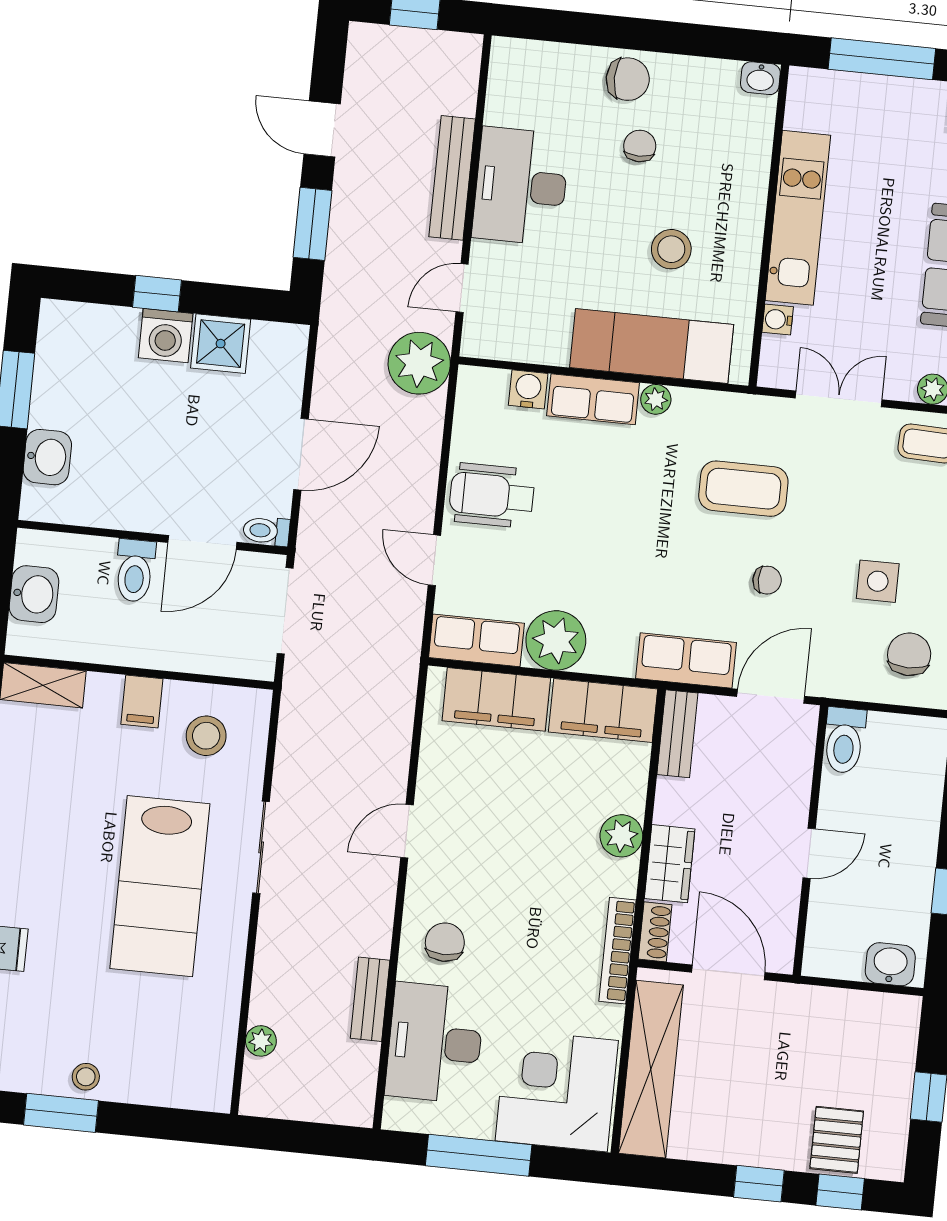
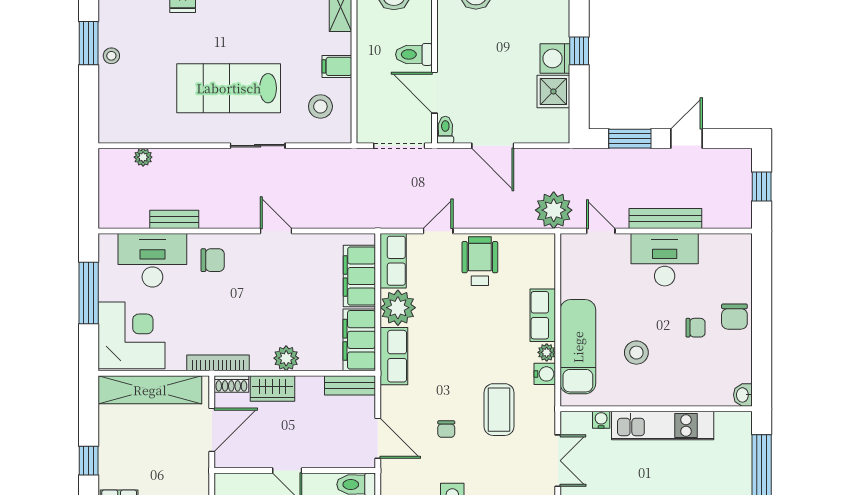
water cooler: (528, 389) -> (545, 374), moved
row of seats: (686, 660) -> (394, 356), moved

